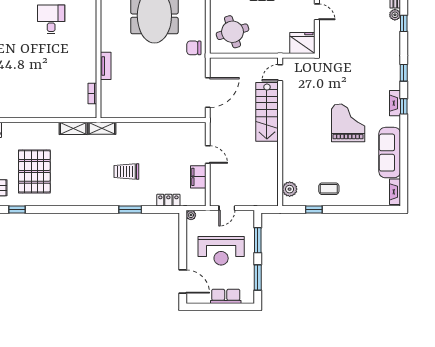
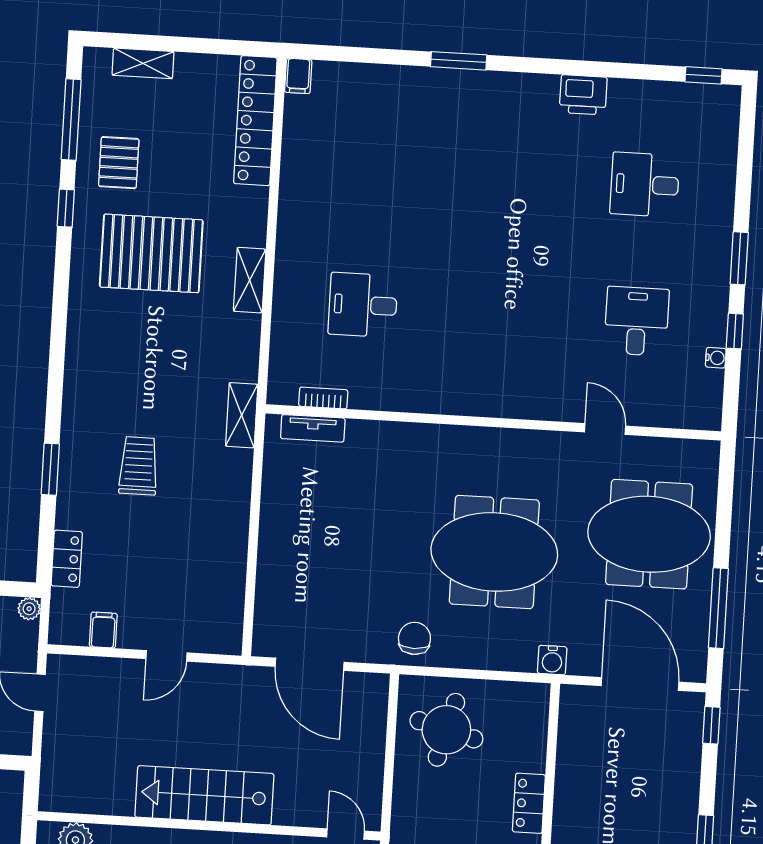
desk: (51, 19) -> (363, 305), moved, turned 180
round table: (232, 32) -> (446, 730), turned 32
tv unit: (106, 66) -> (313, 428), moved
stairs: (267, 112) -> (204, 795), moved
shelving: (73, 128) -> (250, 280), moved
filing cabinet: (198, 177) -> (103, 630), width x0.50

